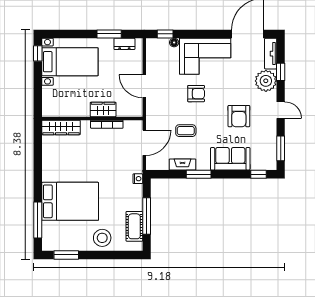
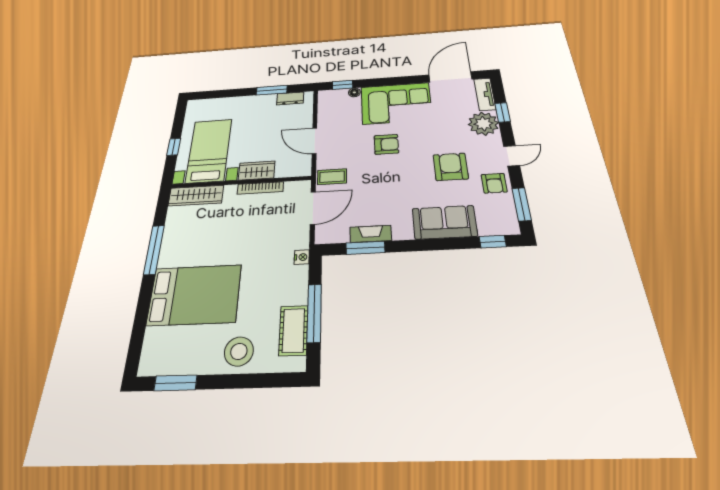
window: (38, 53) -> (174, 147), moved
bed with nightstands: (70, 62) -> (209, 150), moved, turned -90
door: (281, 110) -> (512, 156), hinge flipped
armchair: (239, 116) -> (451, 167), turned 180
coffee table: (186, 131) -> (332, 177), moved
armchair: (266, 131) -> (494, 183), added
window: (199, 174) -> (365, 248), moved
window: (38, 220) -> (154, 250), moved

